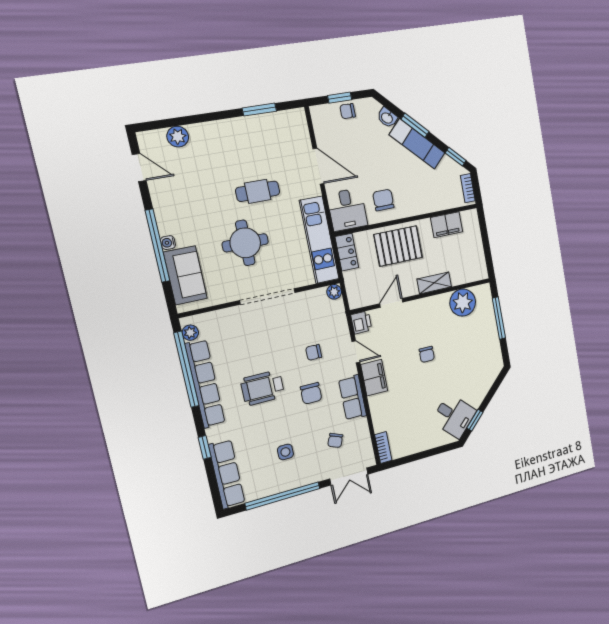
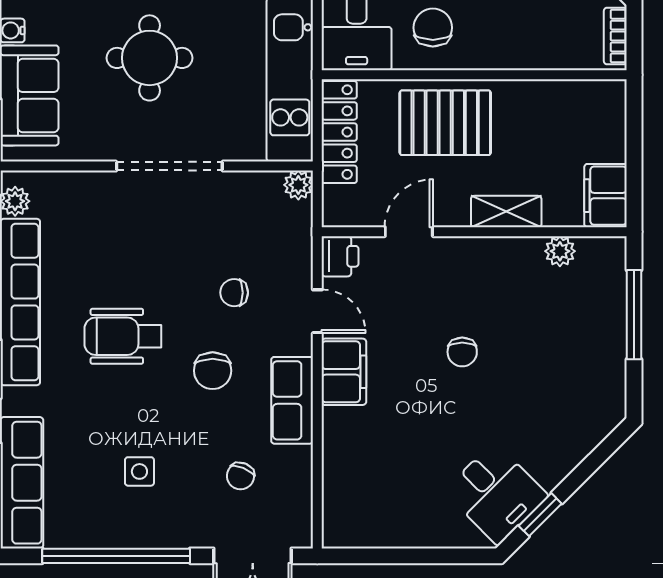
filing cabinet: (447, 225) -> (606, 196), moved, turned 90
locker: (347, 252) -> (339, 132), width x1.53
plant: (463, 303) -> (560, 251), width x0.53, depth x0.53
bookcase: (383, 448) -> (334, 517), removed

